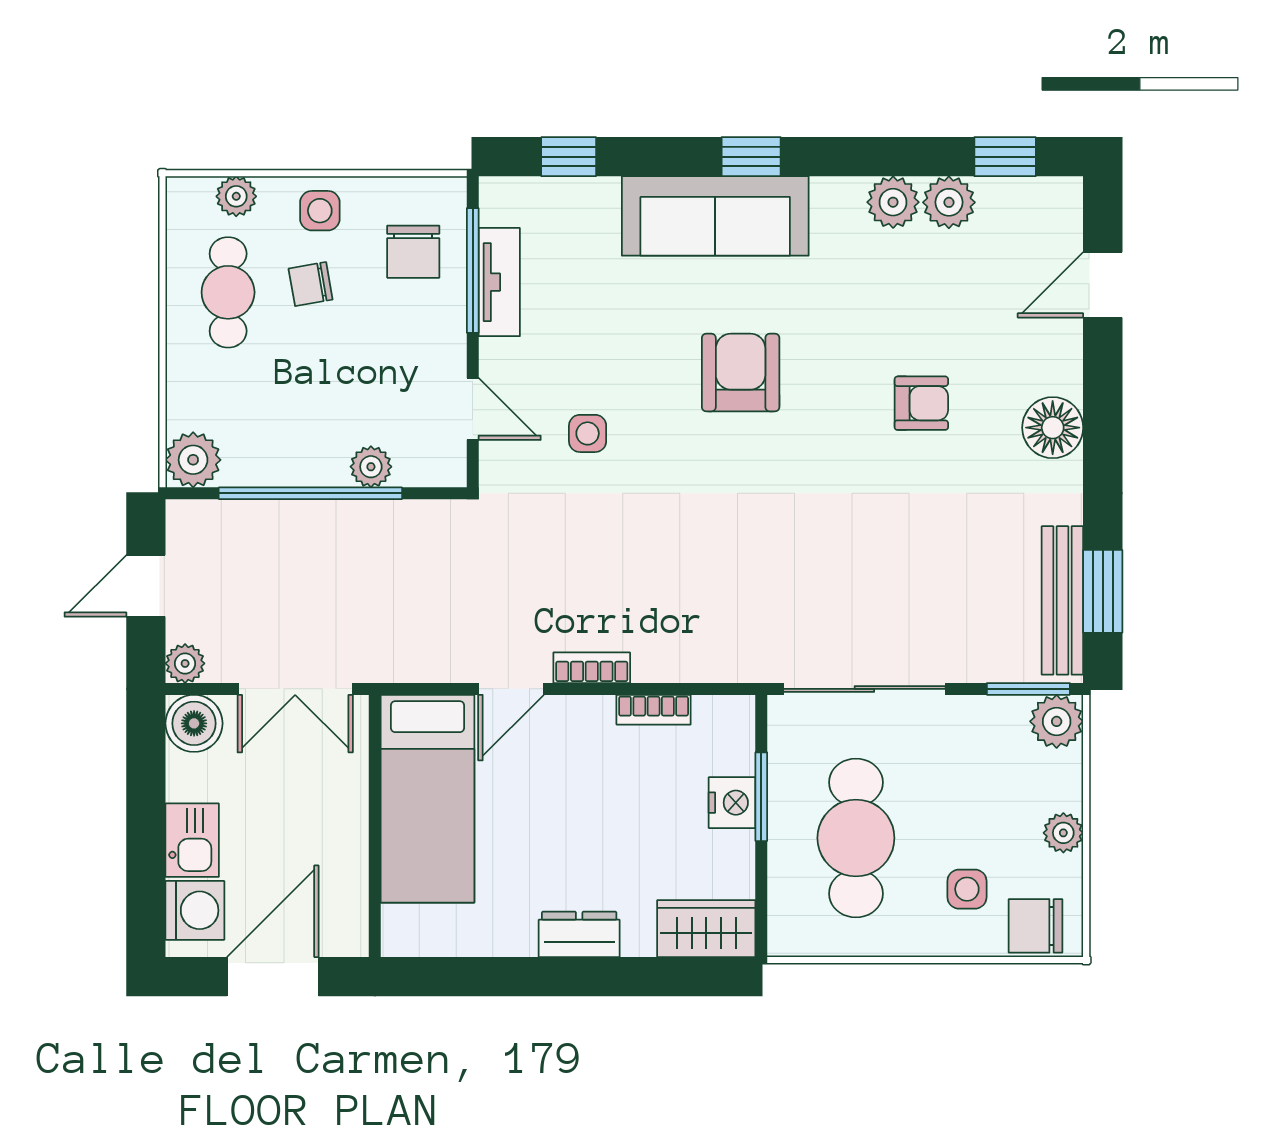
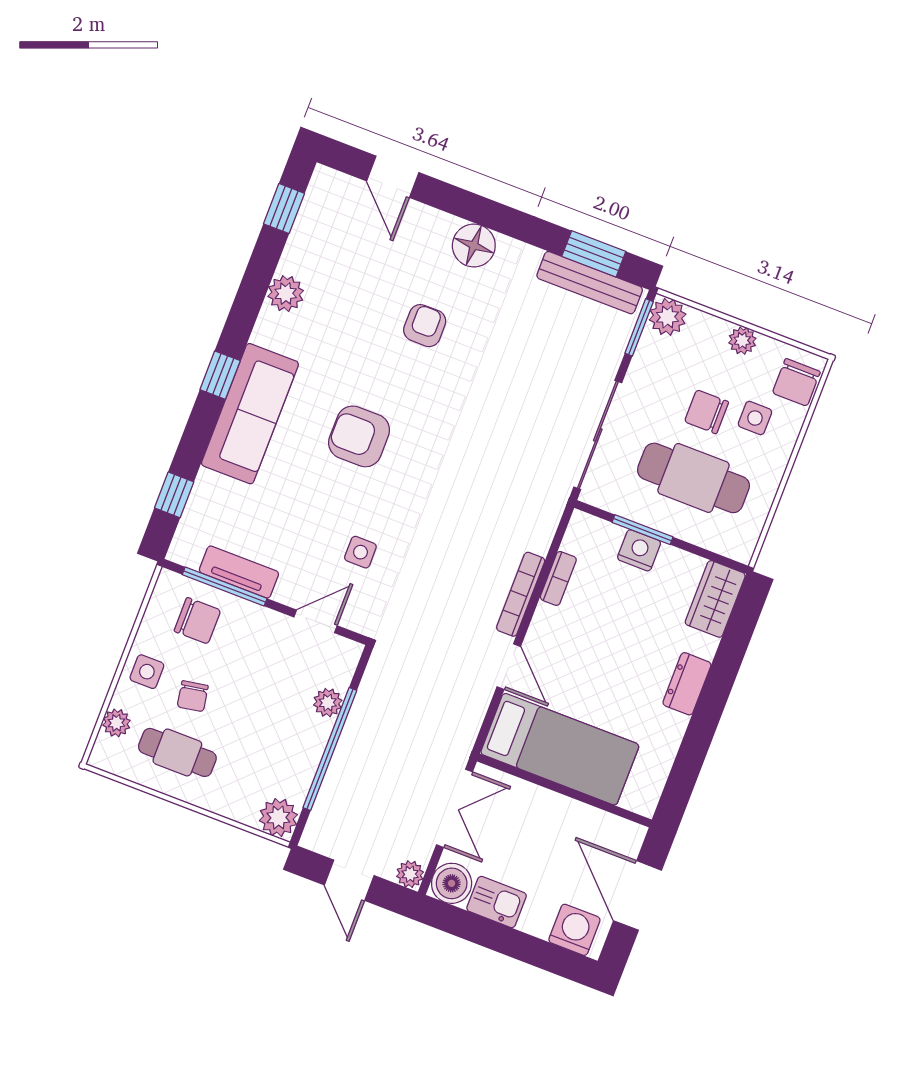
plant: (949, 202) -> (300, 257), removed
bookcase: (592, 668) -> (521, 594), width x1.56
chair: (951, 822) -> (707, 412), added
kitchen sink: (192, 840) -> (497, 902), moved

